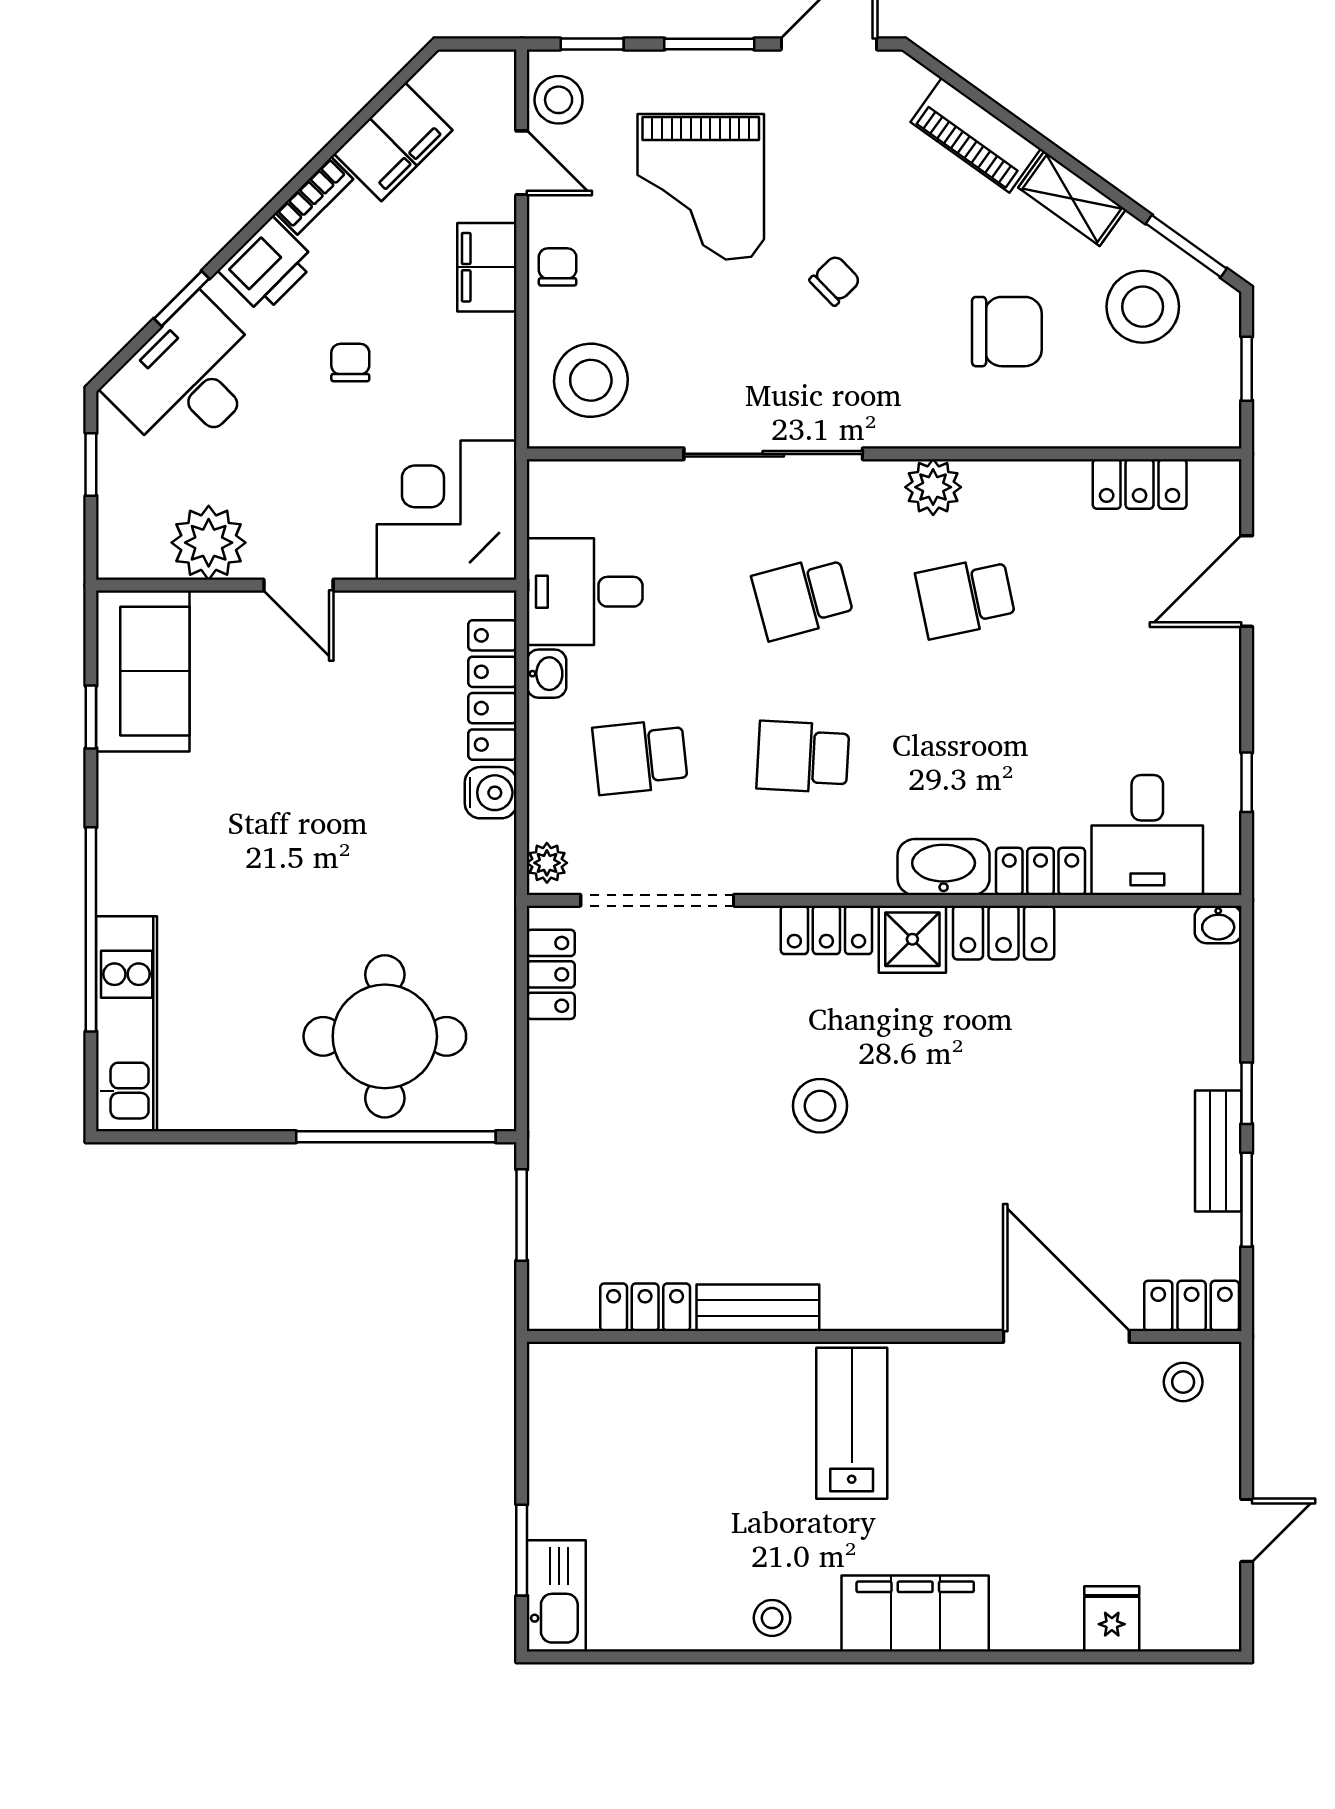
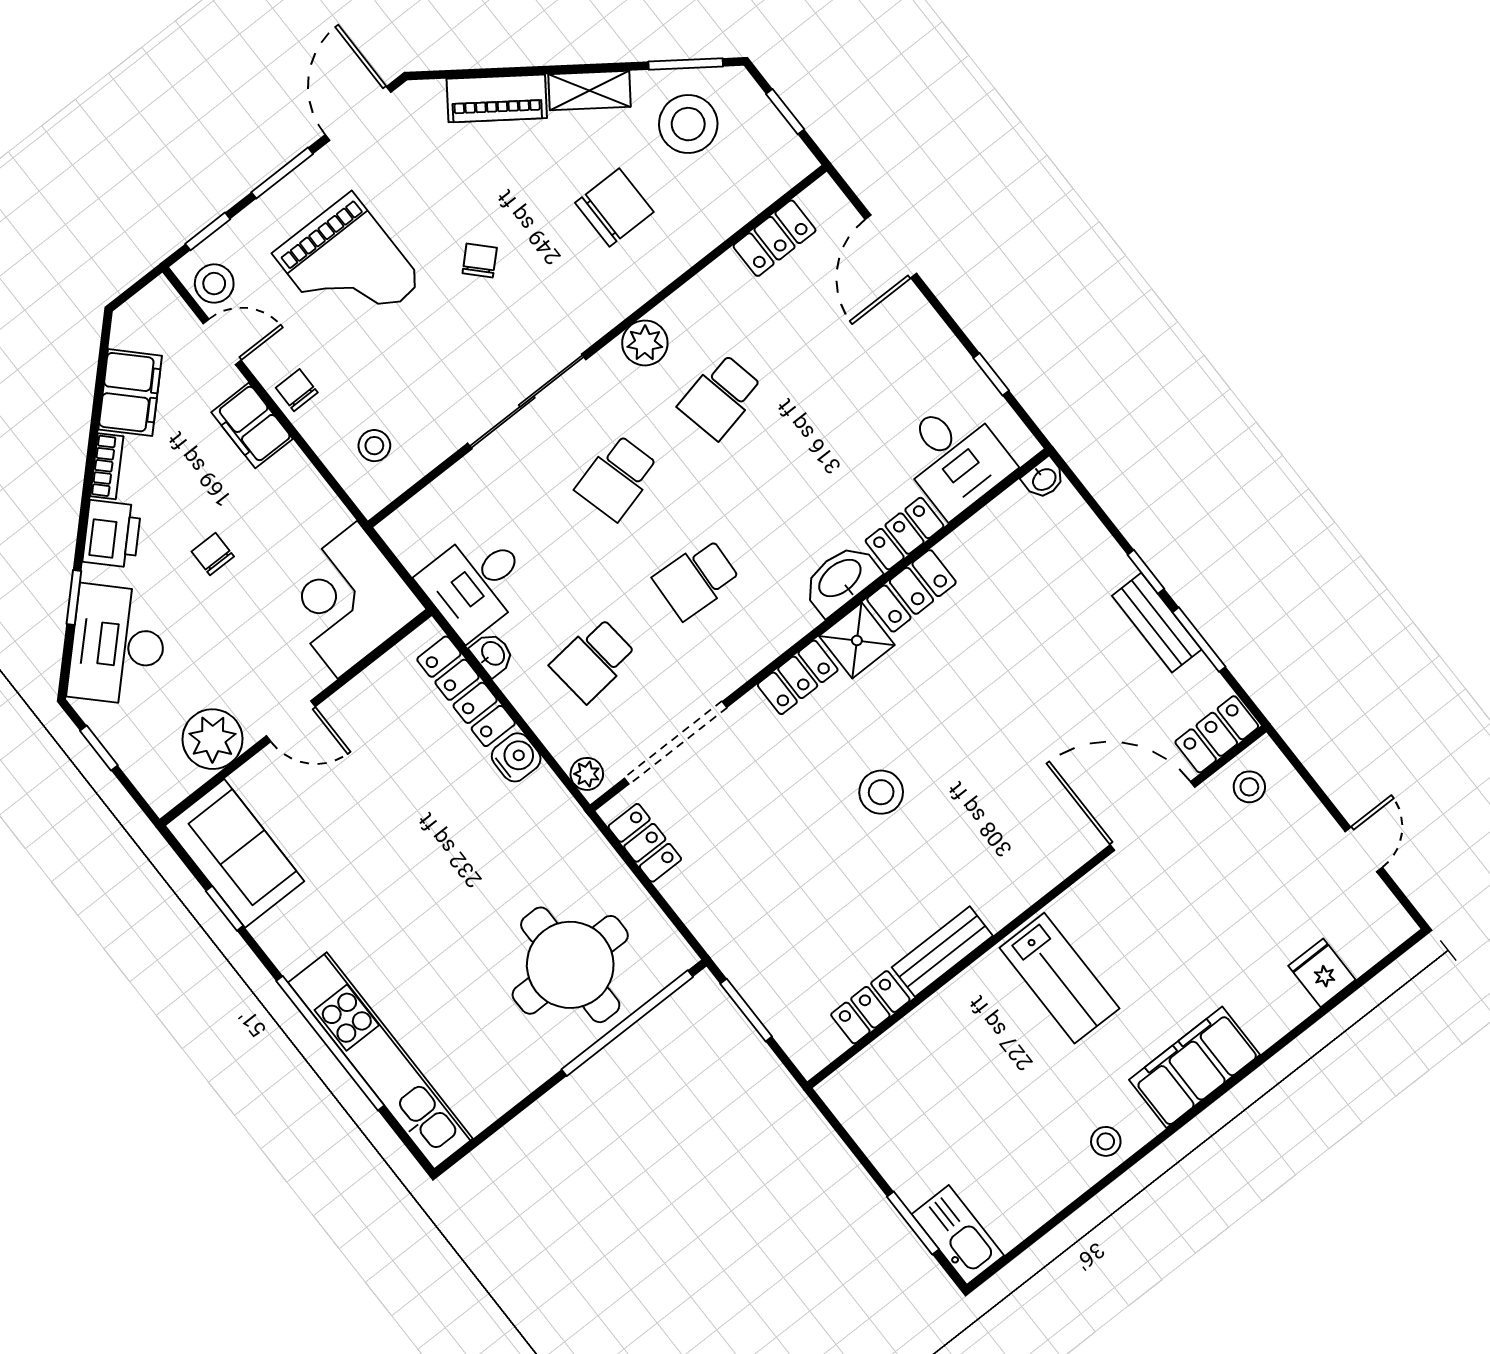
stool: (591, 380) -> (374, 446), width x0.53, depth x0.53
kitchen unit: (127, 1024) -> (380, 1061), width x1.36
lab bench: (852, 1423) -> (1059, 978), turned 180

